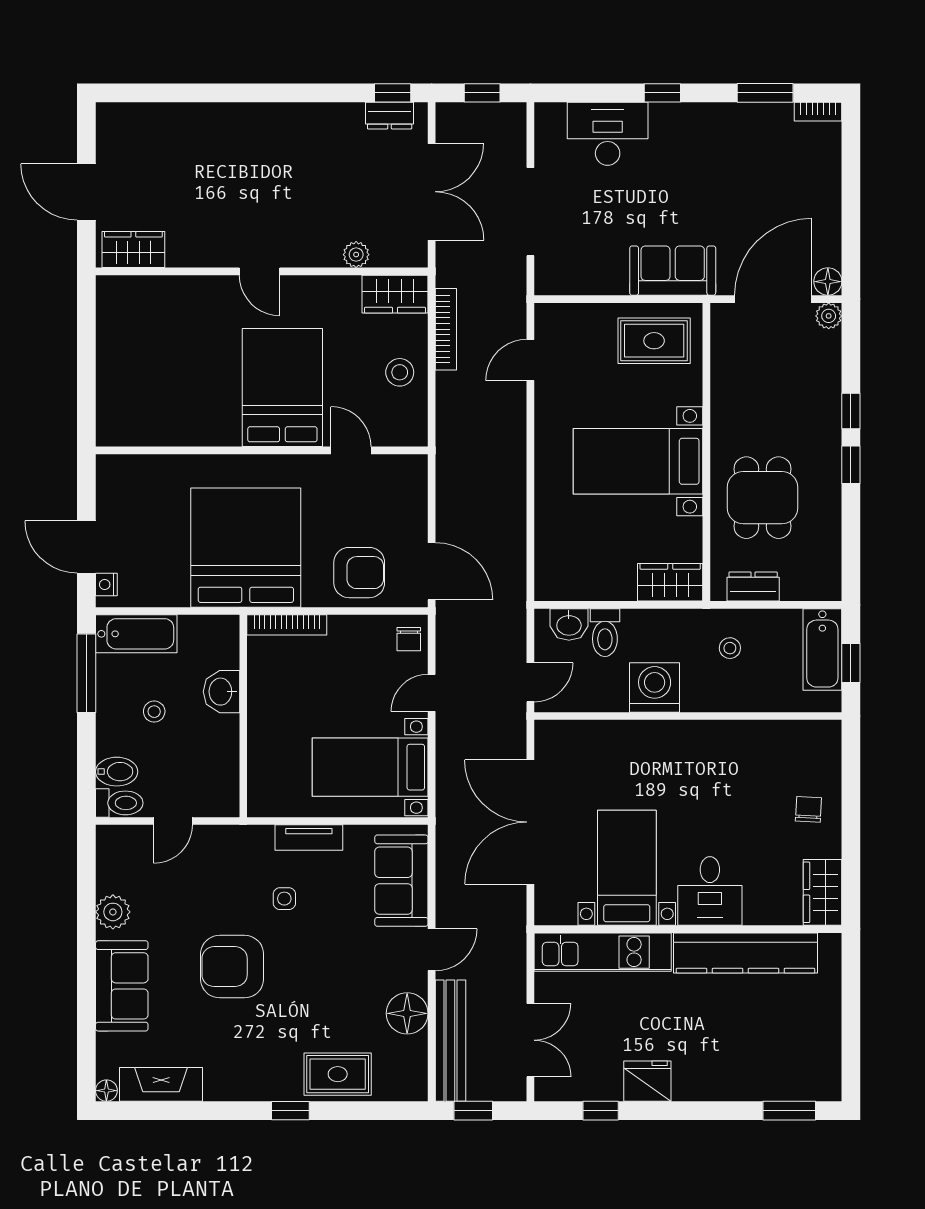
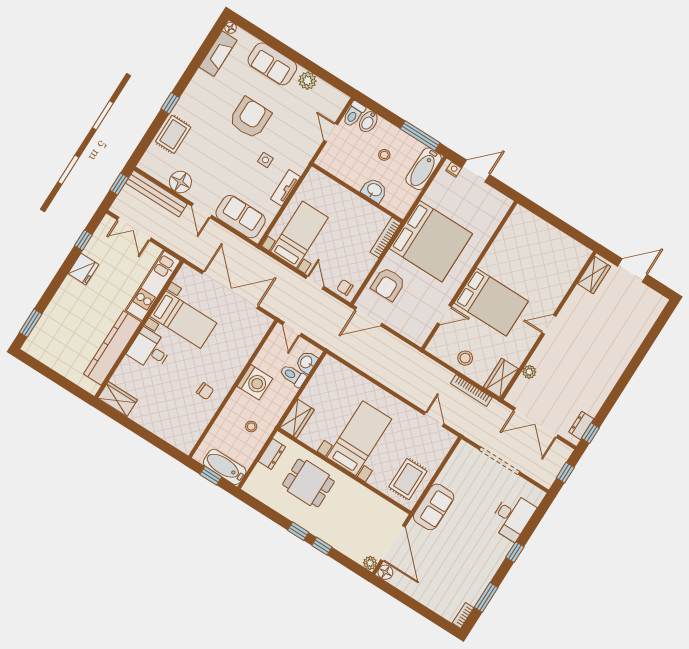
chair: (808, 809) -> (205, 391), moved

